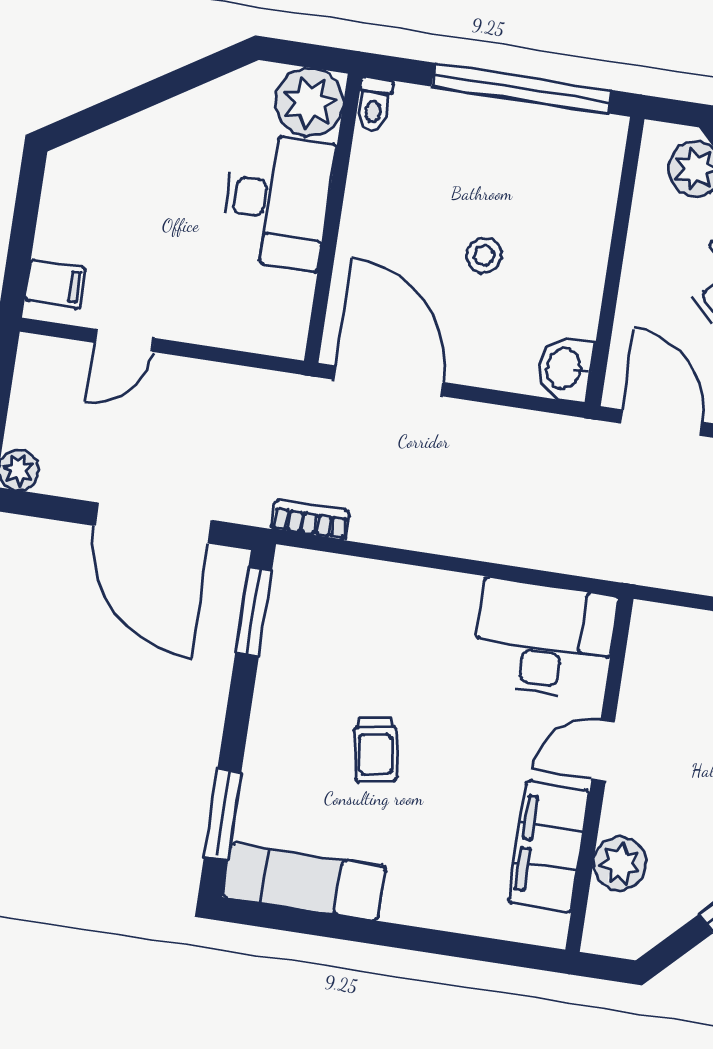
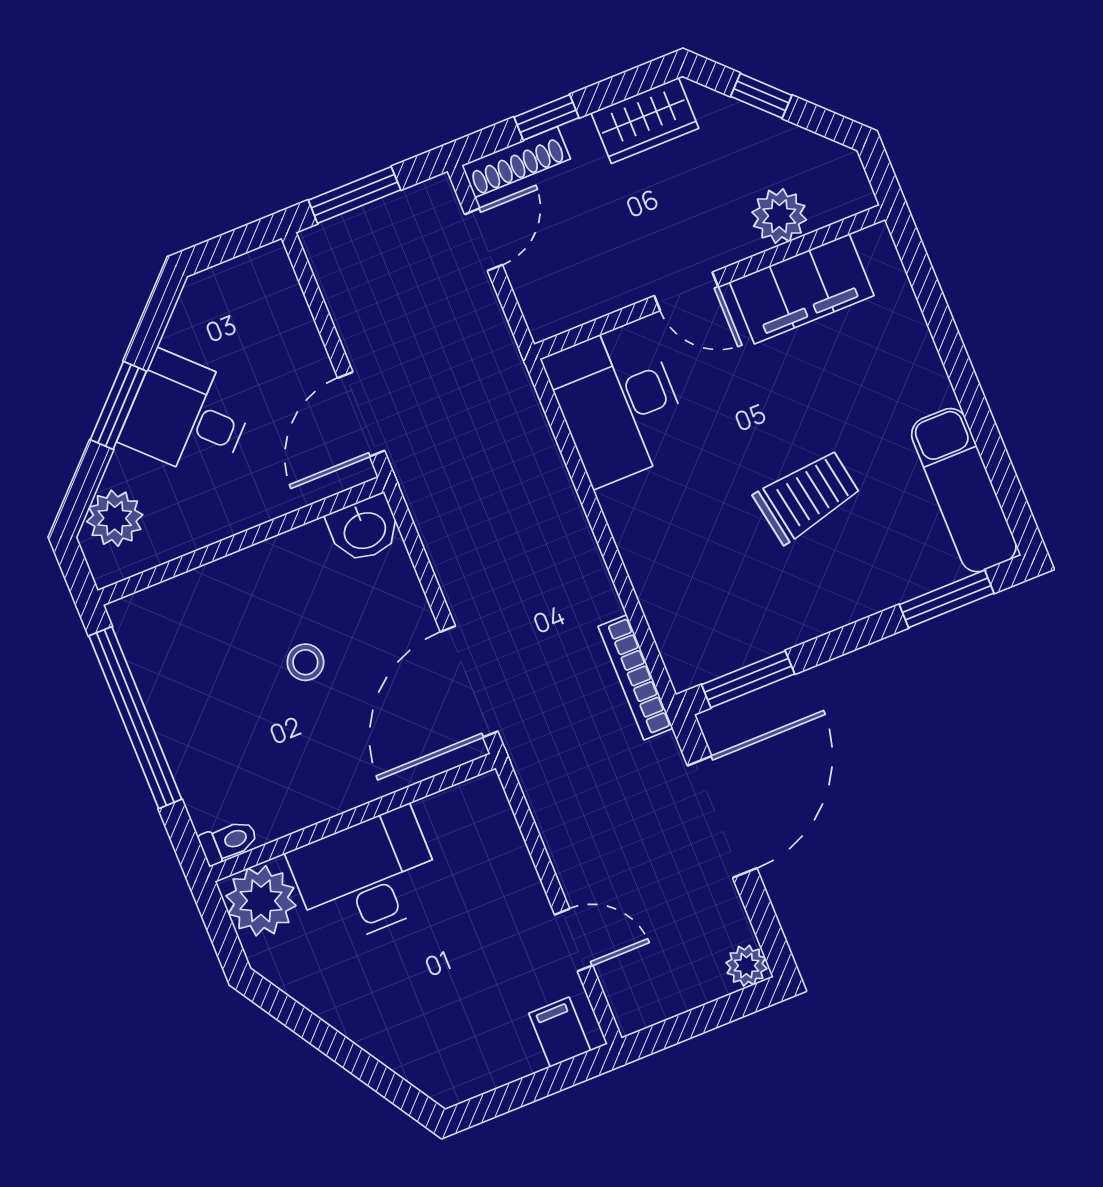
bookcase: (310, 520) -> (635, 677), width x1.56
trolley: (376, 750) -> (807, 496), width x1.36, depth x1.39

